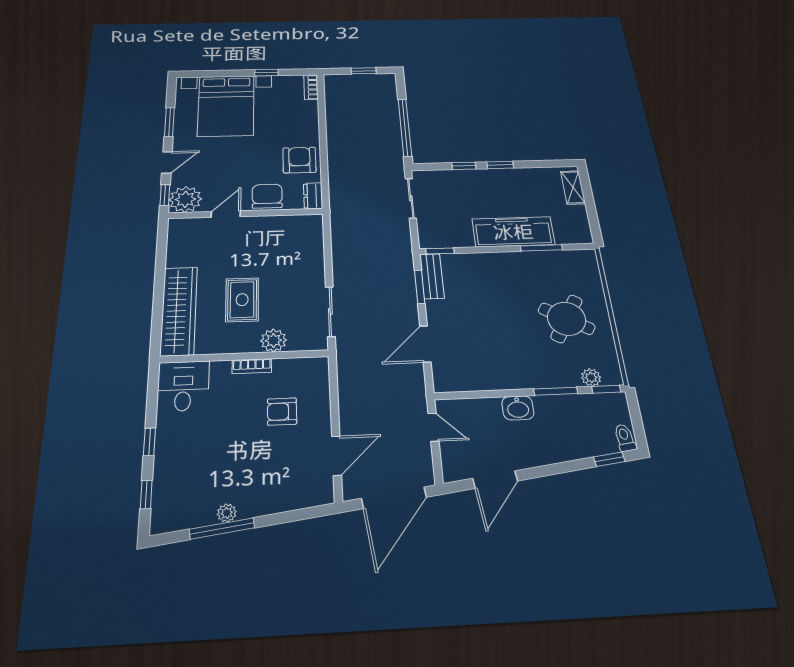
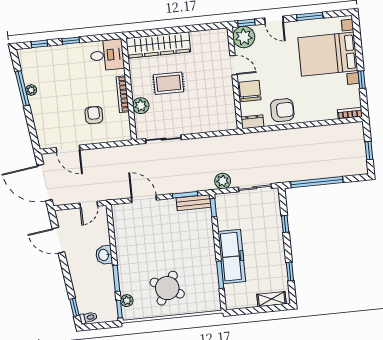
window: (500, 165) -> (290, 272), moved
chair: (267, 196) -> (250, 91), turned -90
plant: (400, 237) -> (223, 181), added
bookcase: (252, 366) -> (123, 94), width x1.56

